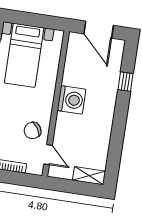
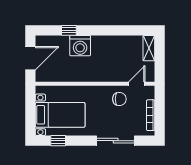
washing machine: (71, 100) -> (80, 46), moved, turned 180
chair: (33, 131) -> (119, 99), turned -56

